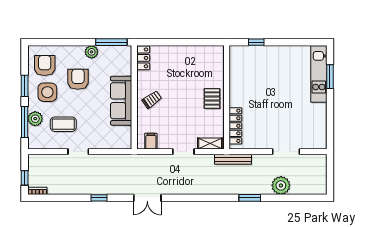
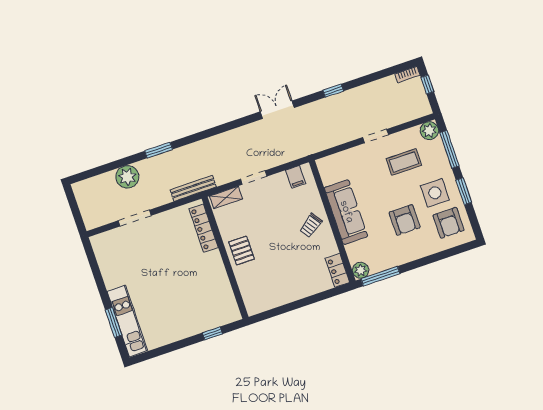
plant: (92, 52) -> (361, 270), moved
plant: (35, 119) -> (429, 131), moved

